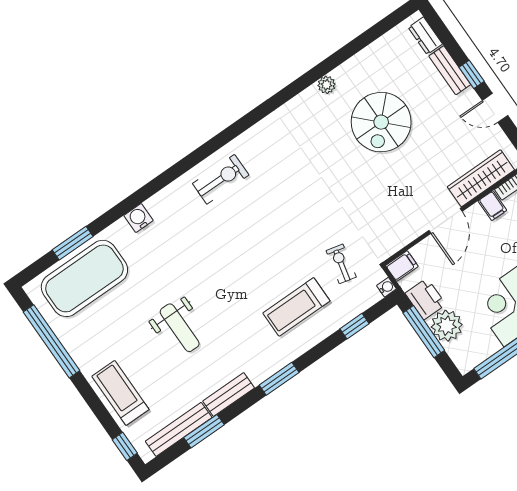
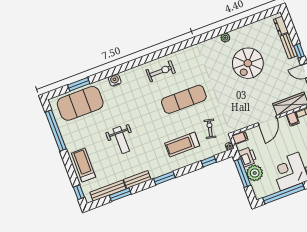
exercise mat: (278, 221) -> (184, 99), added

